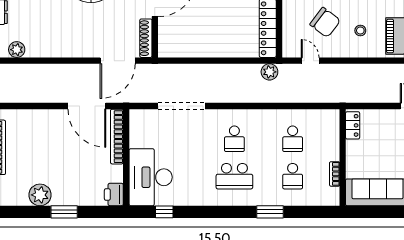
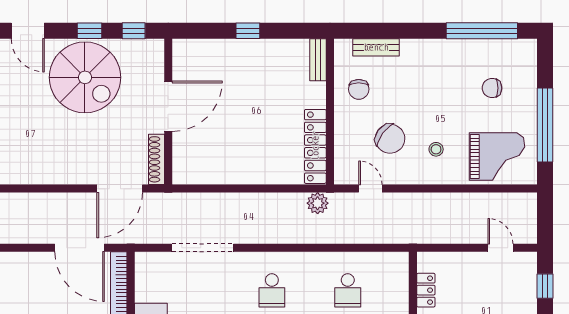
locker: (353, 125) -> (426, 290), moved

